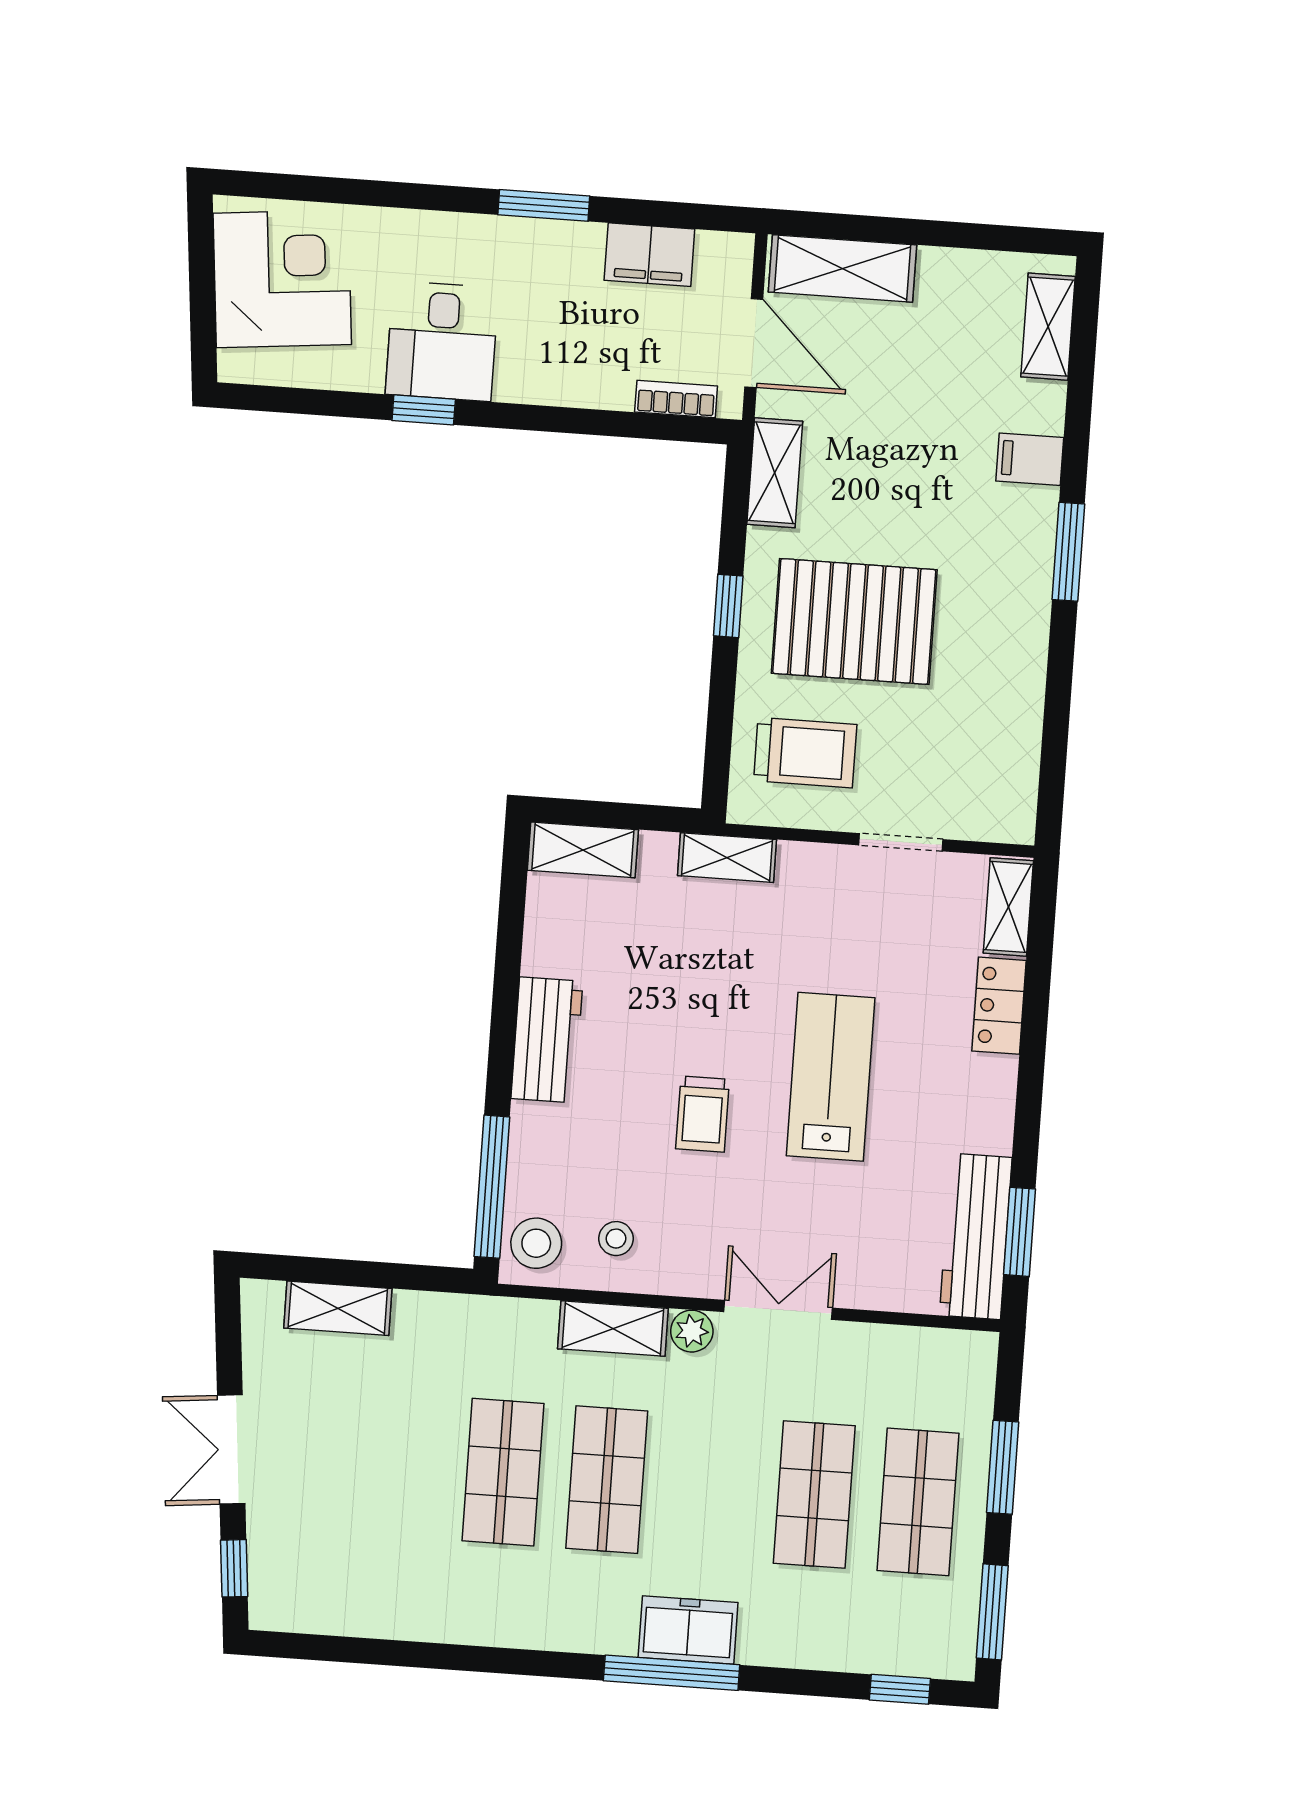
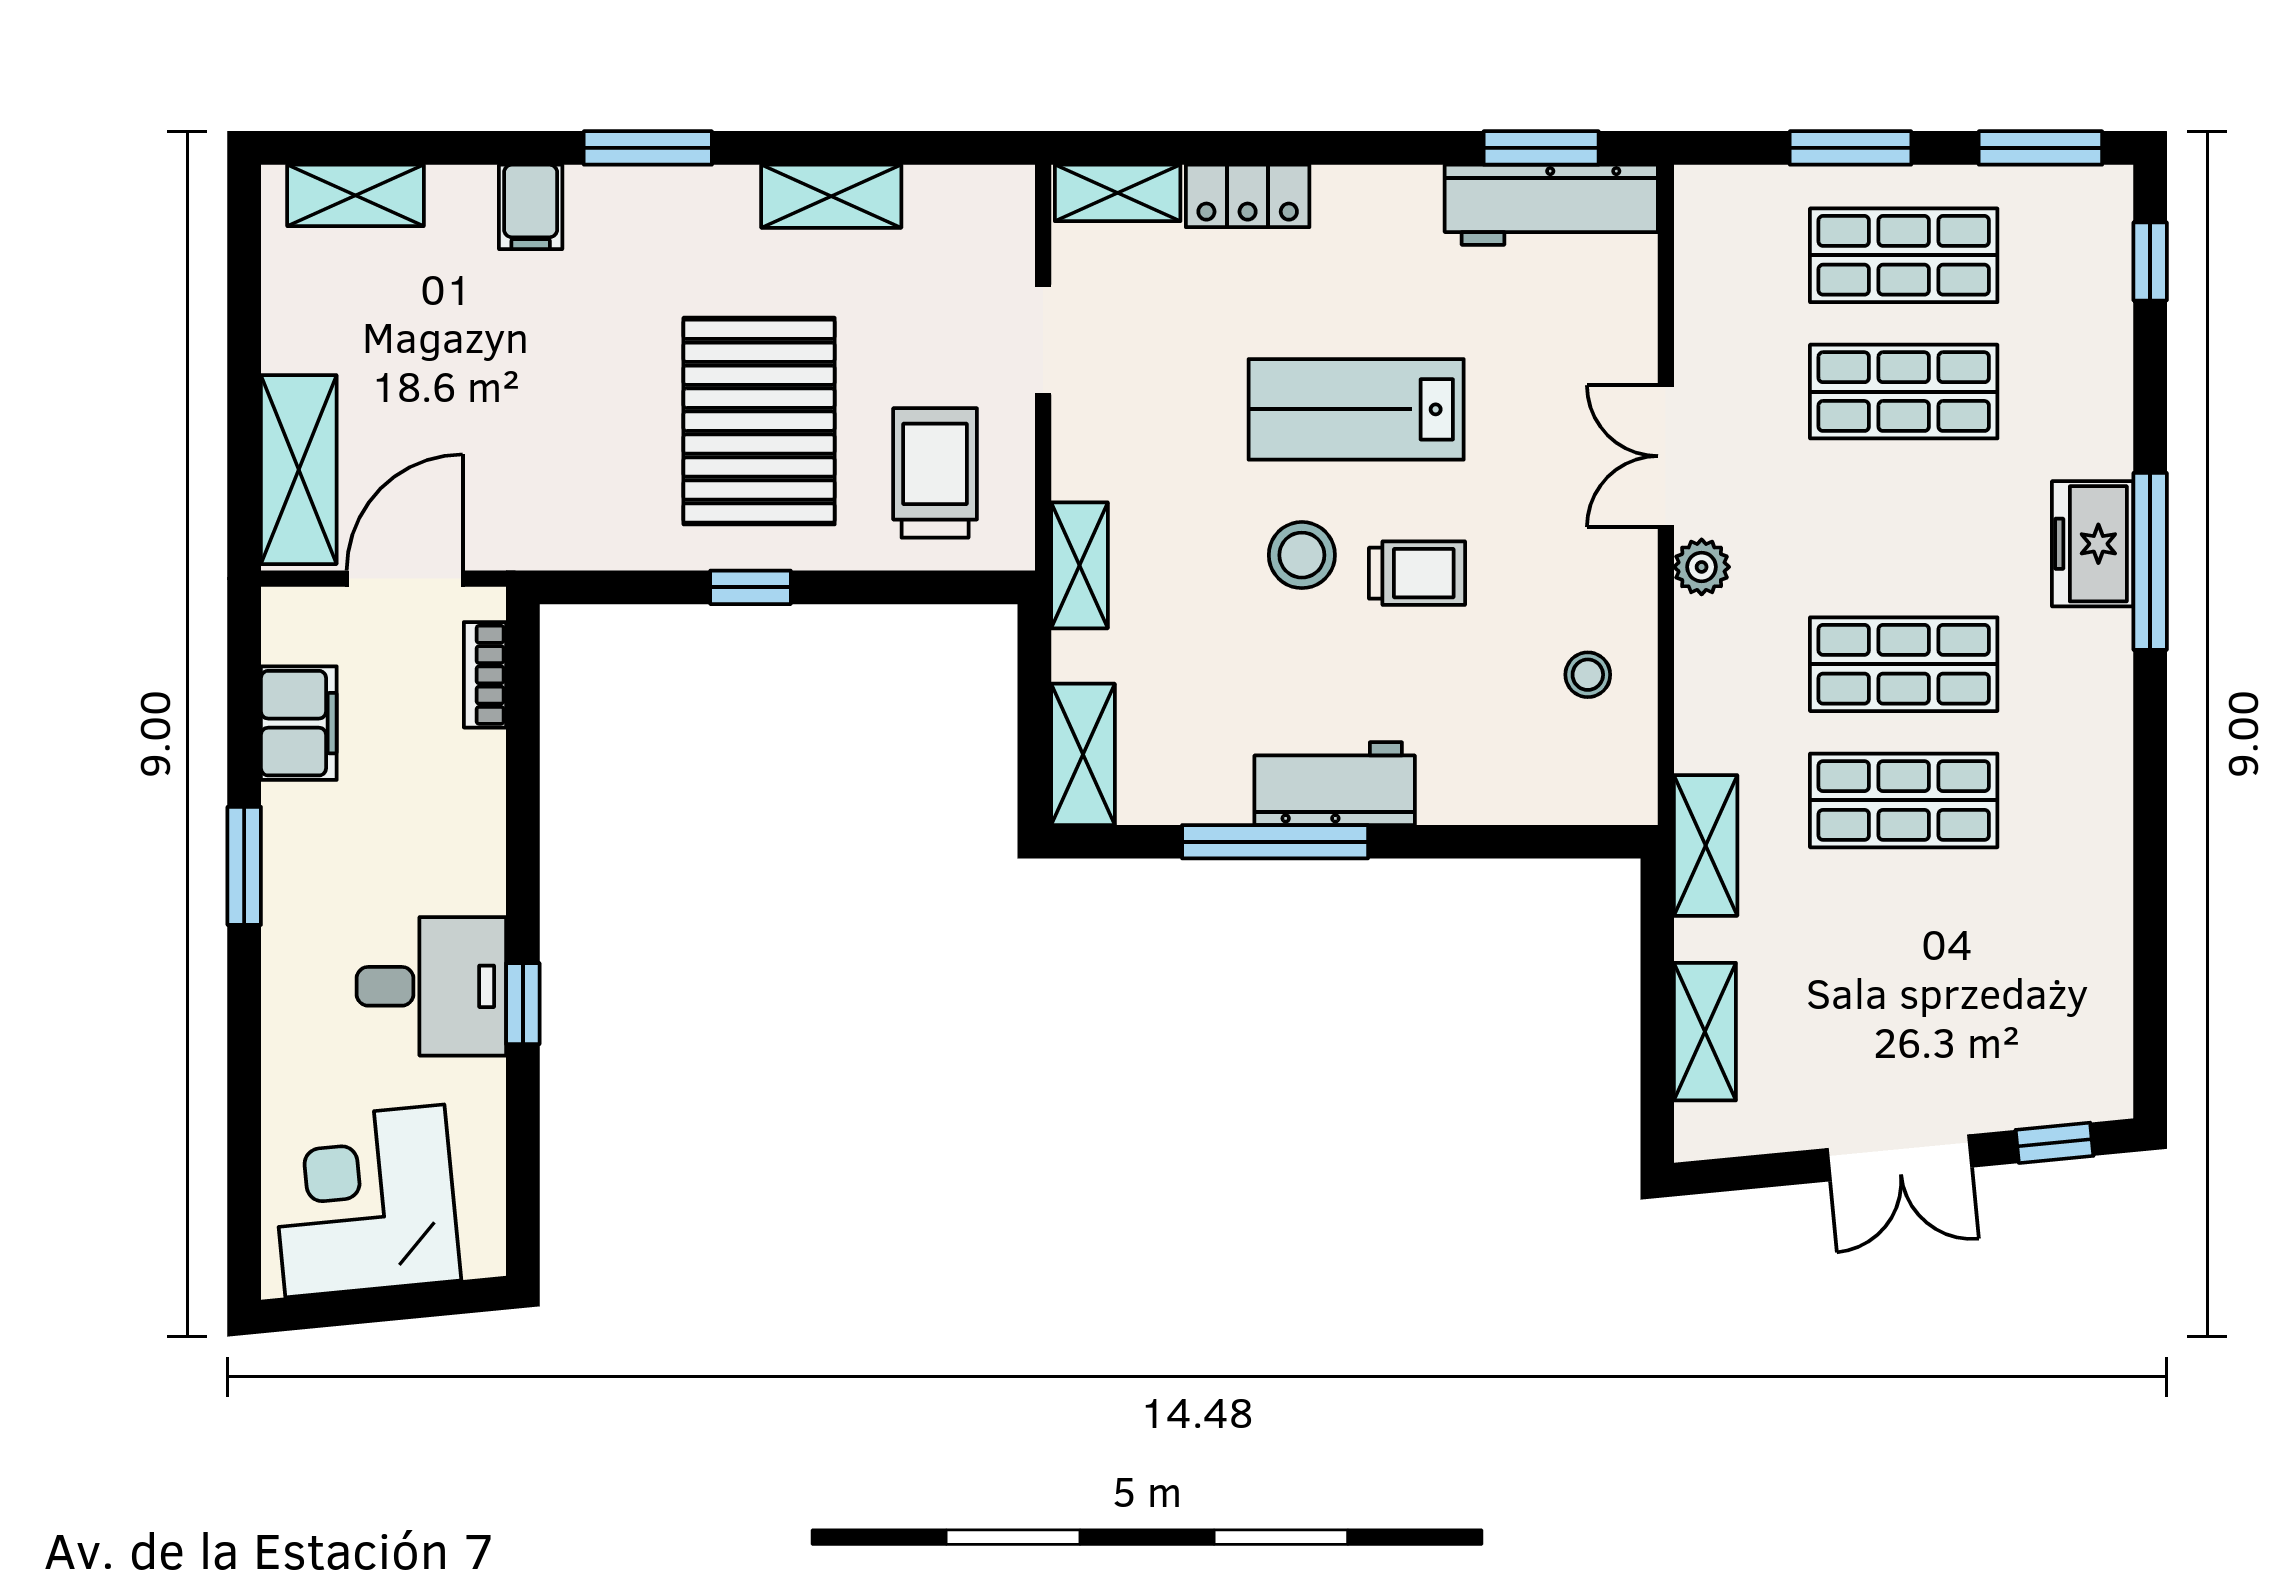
shelving: (775, 473) -> (831, 196), moved
window: (492, 1187) -> (1275, 842), moved
stool: (536, 1243) -> (1302, 555), moved
shelving: (613, 1329) -> (1706, 845), moved

